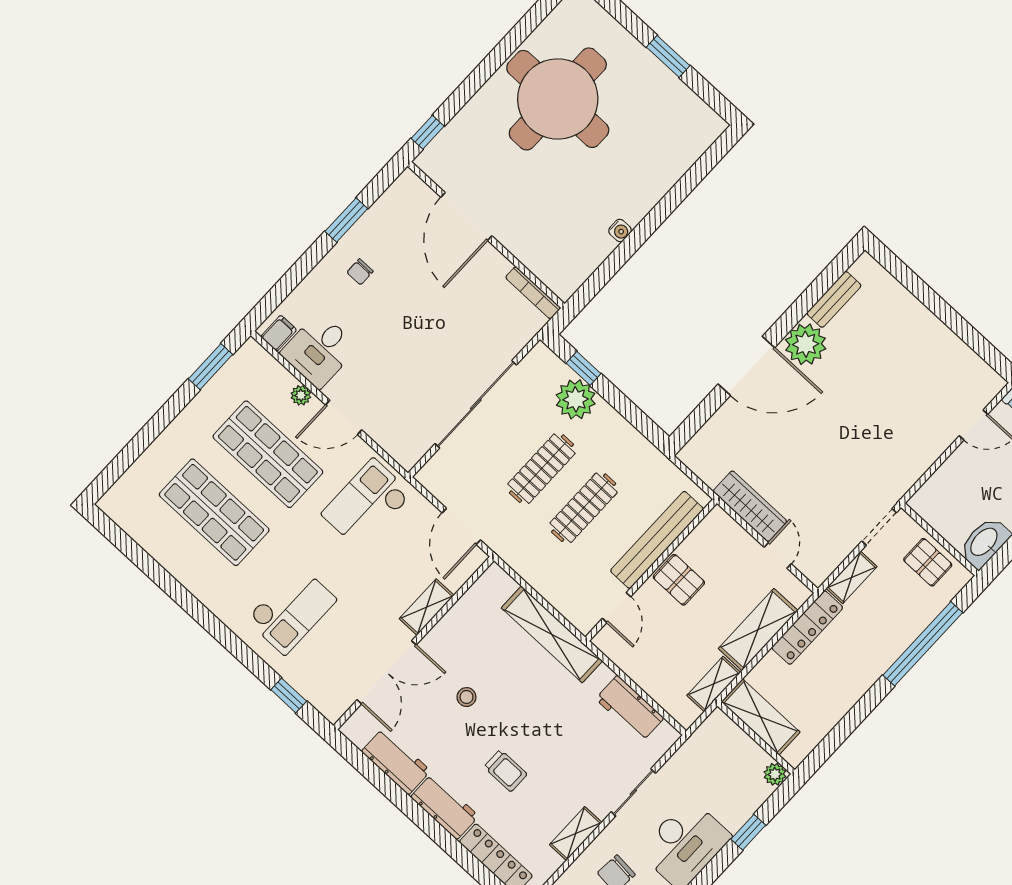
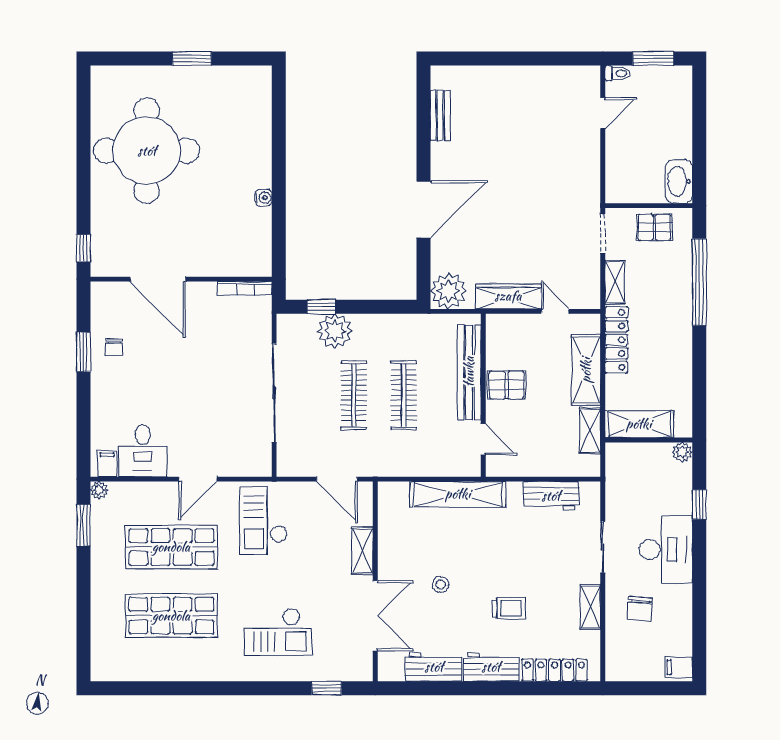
chair: (360, 272) -> (114, 347), moved
plant: (806, 344) -> (448, 291), moved
plant: (301, 395) -> (99, 490), moved
checkout: (291, 610) -> (278, 632), turned 90

